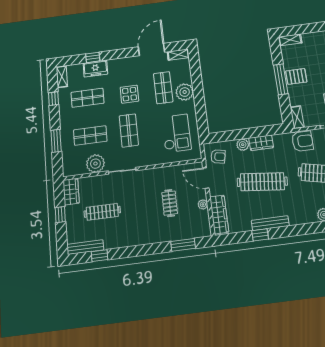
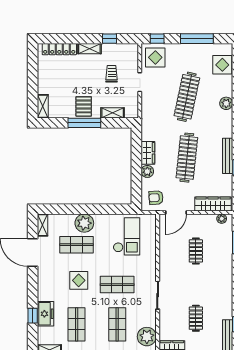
shelving: (297, 117) -> (113, 113), moved
checkout: (176, 133) -> (127, 236), turned 90
armchair: (302, 141) -> (152, 112), removed
armchair: (218, 156) -> (156, 198), turned -105
plant: (95, 164) -> (147, 337), moved
clothes rail: (170, 203) -> (196, 251), turned 90
plant: (203, 204) -> (222, 219), moved
clothes rail: (102, 212) -> (196, 318), width x0.73

